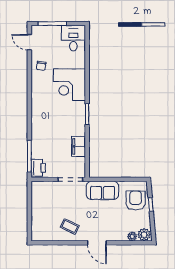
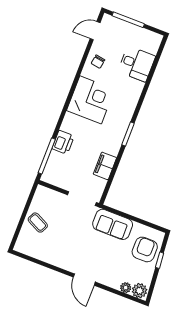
desk: (73, 38) -> (137, 64), moved, turned 90
door: (29, 42) -> (95, 31), hinge flipped
corner desk: (69, 85) -> (91, 100), moved, turned 180
printer: (38, 168) -> (63, 142), moved
coffee table: (70, 226) -> (38, 223), moved

